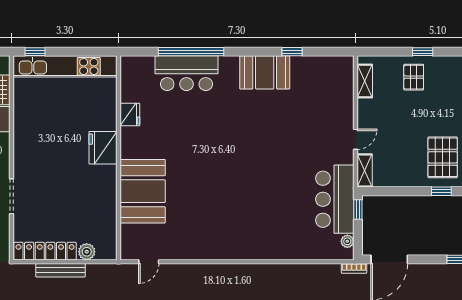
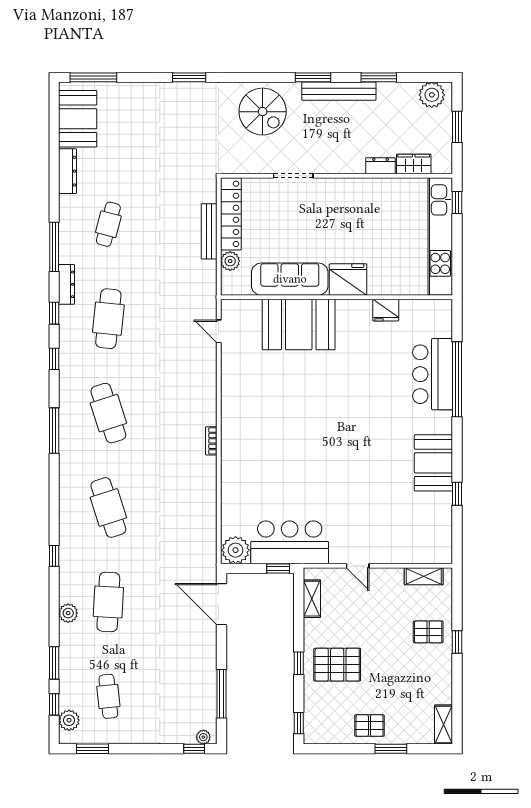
shelving: (365, 171) -> (312, 599), moved, turned 90
sofa: (103, 199) -> (290, 279), added
plant: (347, 241) -> (236, 550), width x1.88, depth x1.88
bookcase: (354, 268) -> (211, 441), moved

